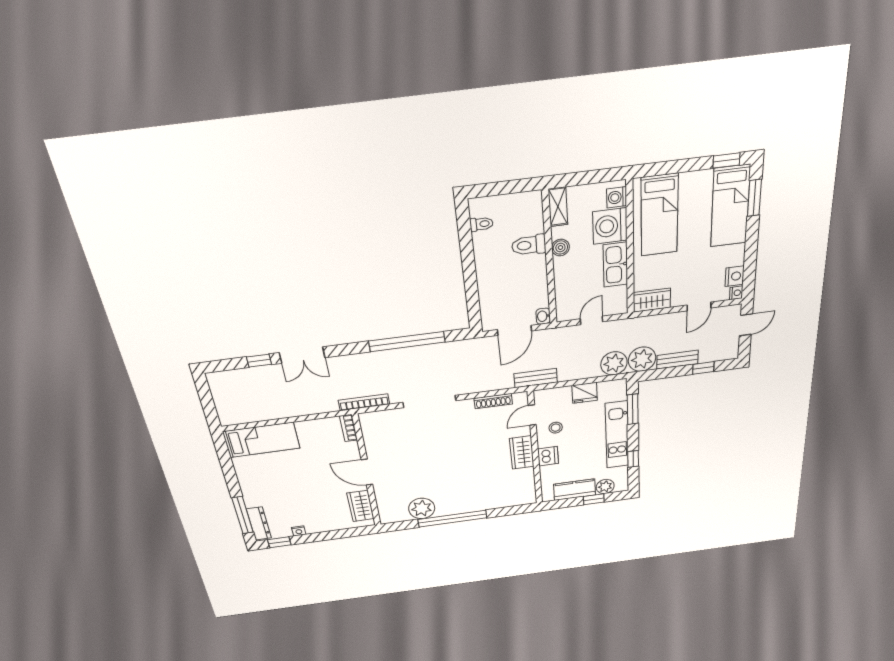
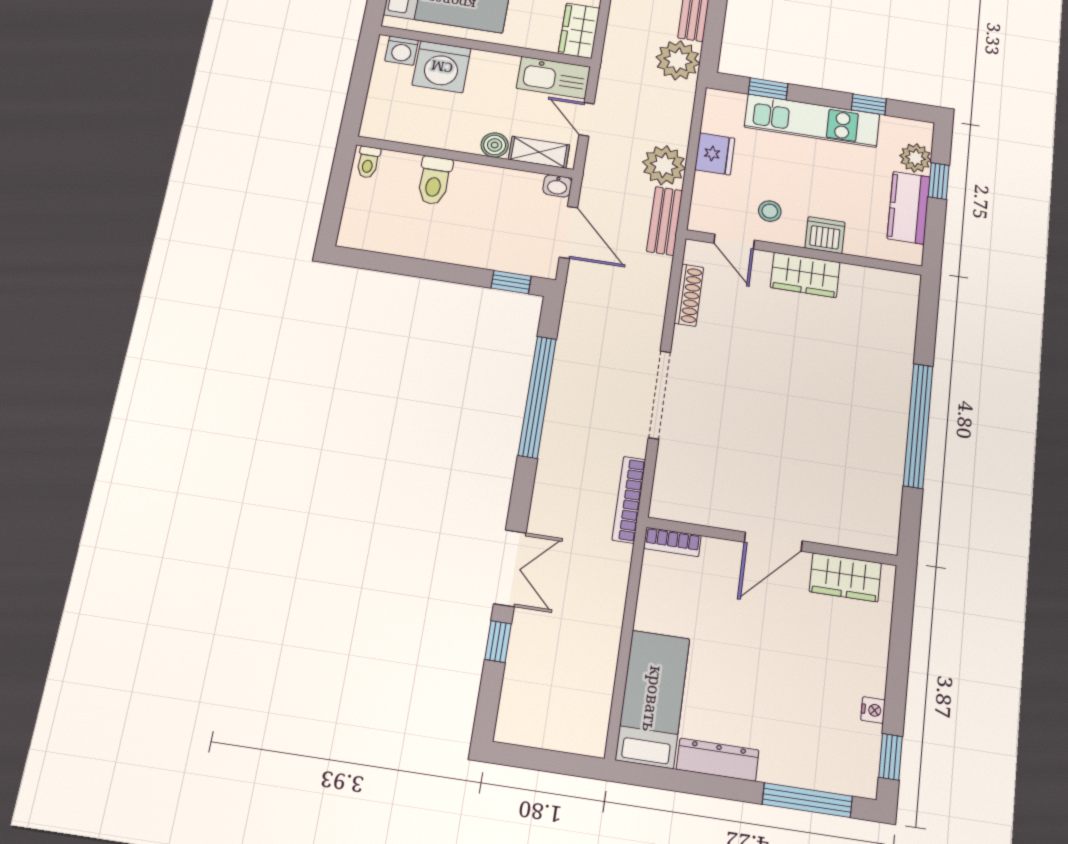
shelving: (558, 207) -> (539, 152), moved
toilet: (481, 224) -> (368, 162), moved, turned 180
boiler: (560, 247) -> (495, 145), moved
kitchen sink: (615, 265) -> (553, 78), moved
window: (474, 308) -> (511, 282), added
plant: (614, 363) -> (664, 165), moved
window: (633, 409) -> (768, 89), width x0.67
plant: (422, 508) -> (880, 472), removed
dresser: (259, 524) -> (718, 760), moved

